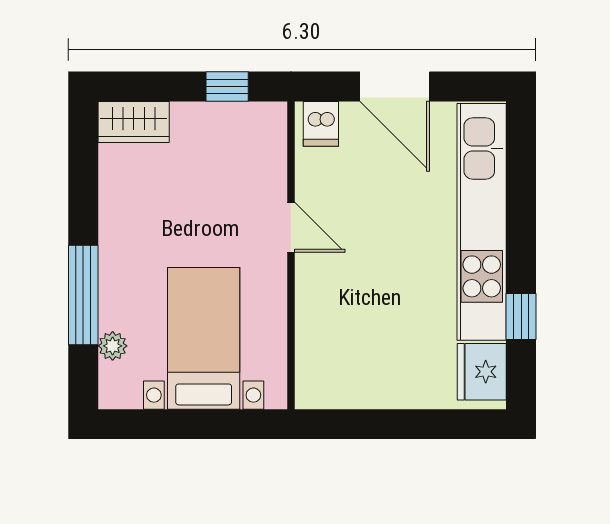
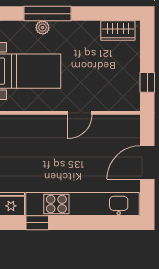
wardrobe: (134, 122) -> (118, 30), moved, turned -90
dishwasher: (321, 124) -> (129, 127), removed
plant: (113, 346) -> (43, 28), moved

